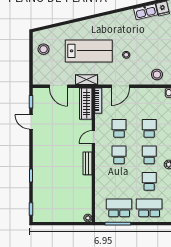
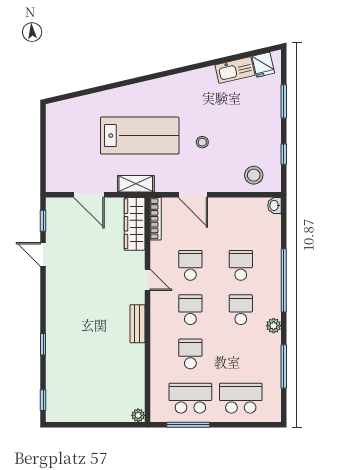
stool: (44, 49) -> (64, 133), removed
door: (121, 86) -> (193, 195), hinge flipped
door: (93, 137) -> (147, 280), swing flipped
school desk: (149, 181) -> (190, 354), moved

